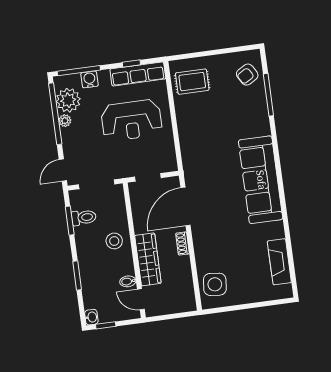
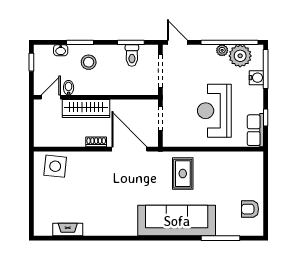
row of seats: (138, 74) -> (255, 130), width x0.68
armchair: (247, 75) -> (250, 209), moved, turned -59
rug: (192, 82) -> (183, 174), moved
sofa: (261, 180) -> (177, 221), moved
stool: (114, 241) -> (89, 62), moved
fireplace: (279, 262) -> (68, 230), width x0.73, depth x0.76
washbasin: (91, 317) -> (61, 50), moved

